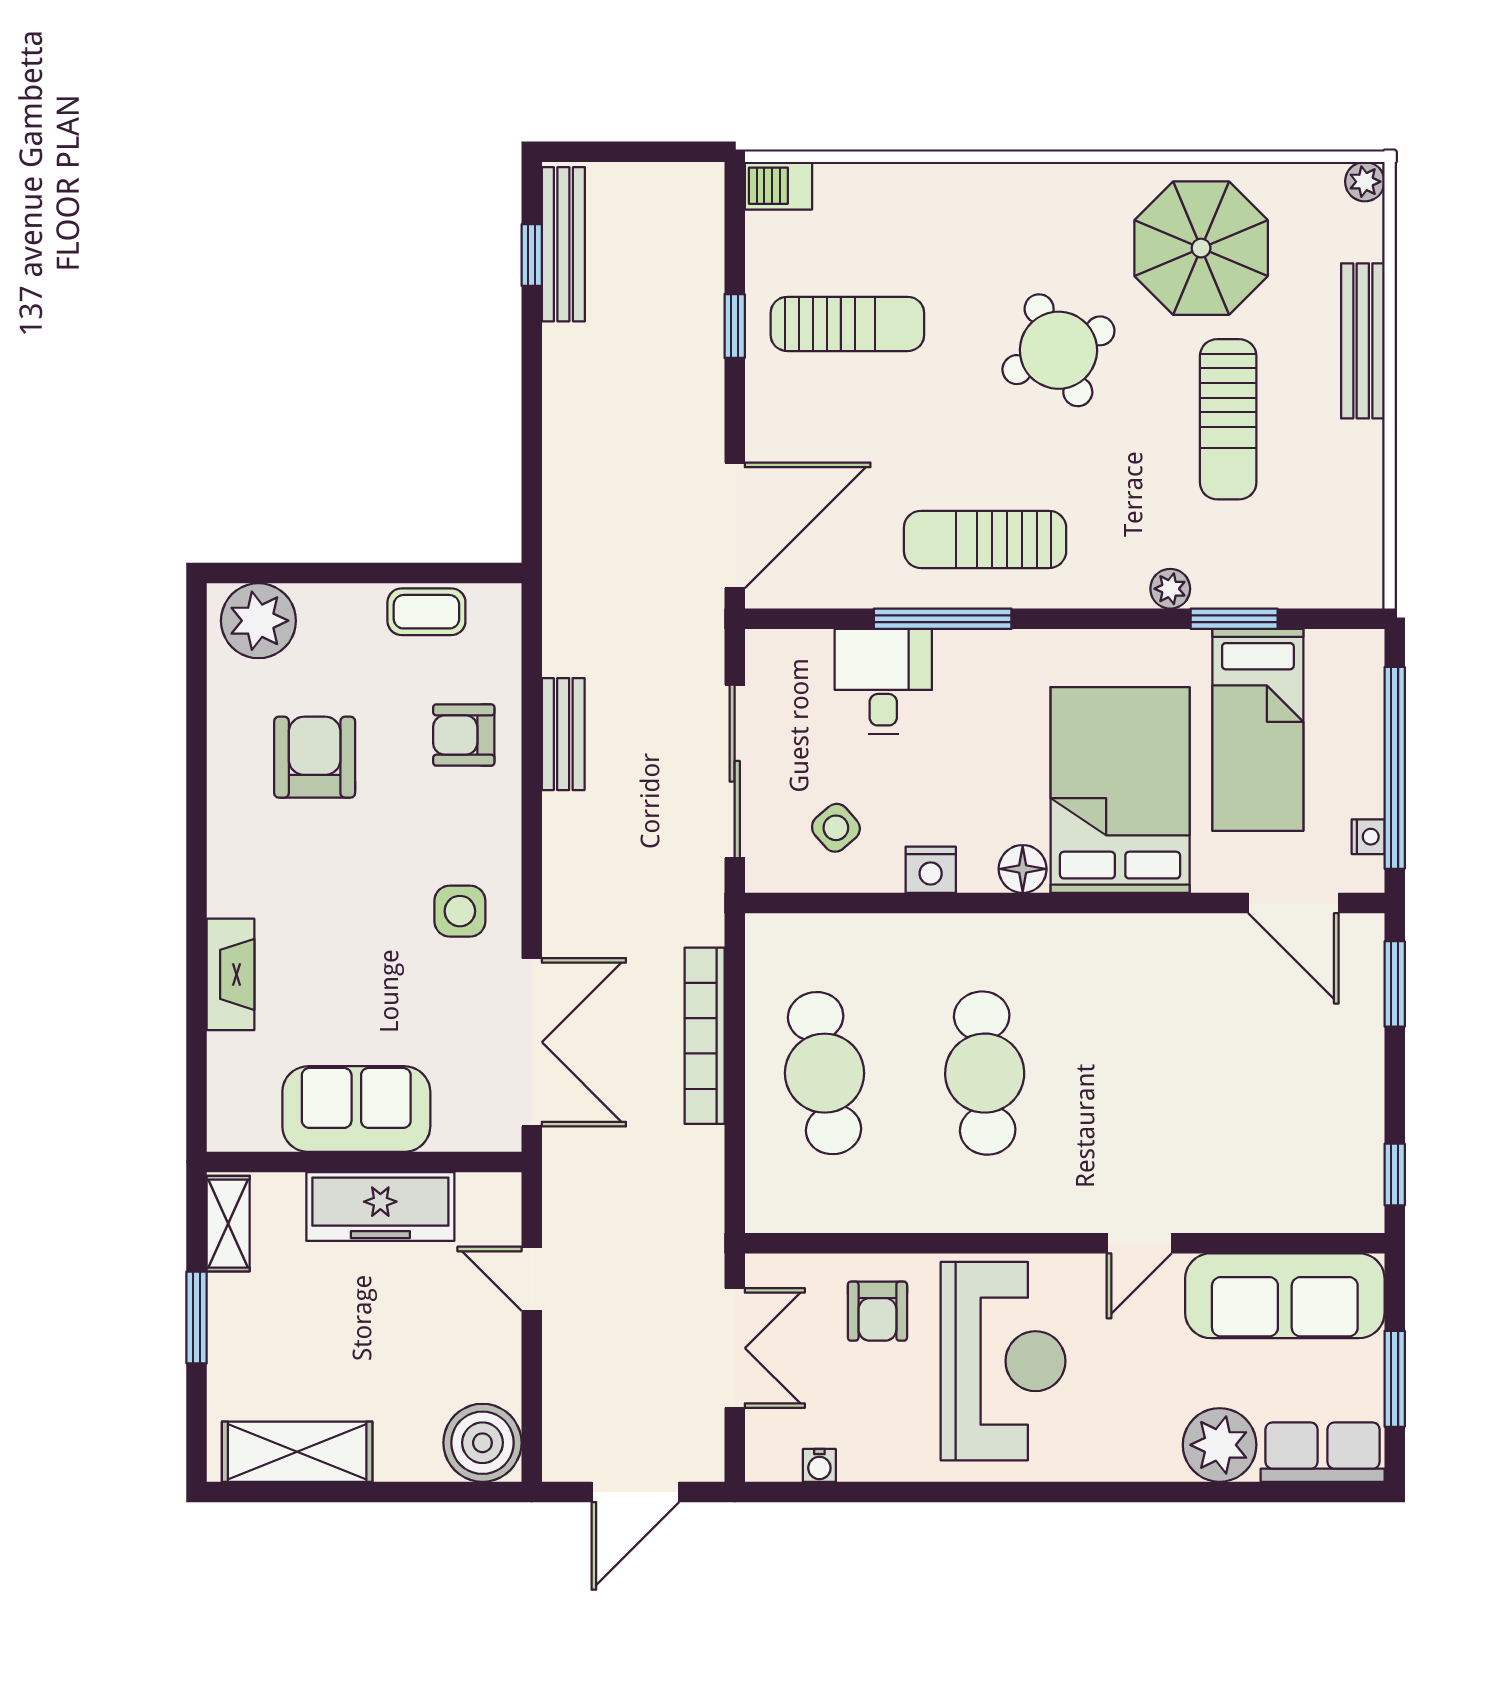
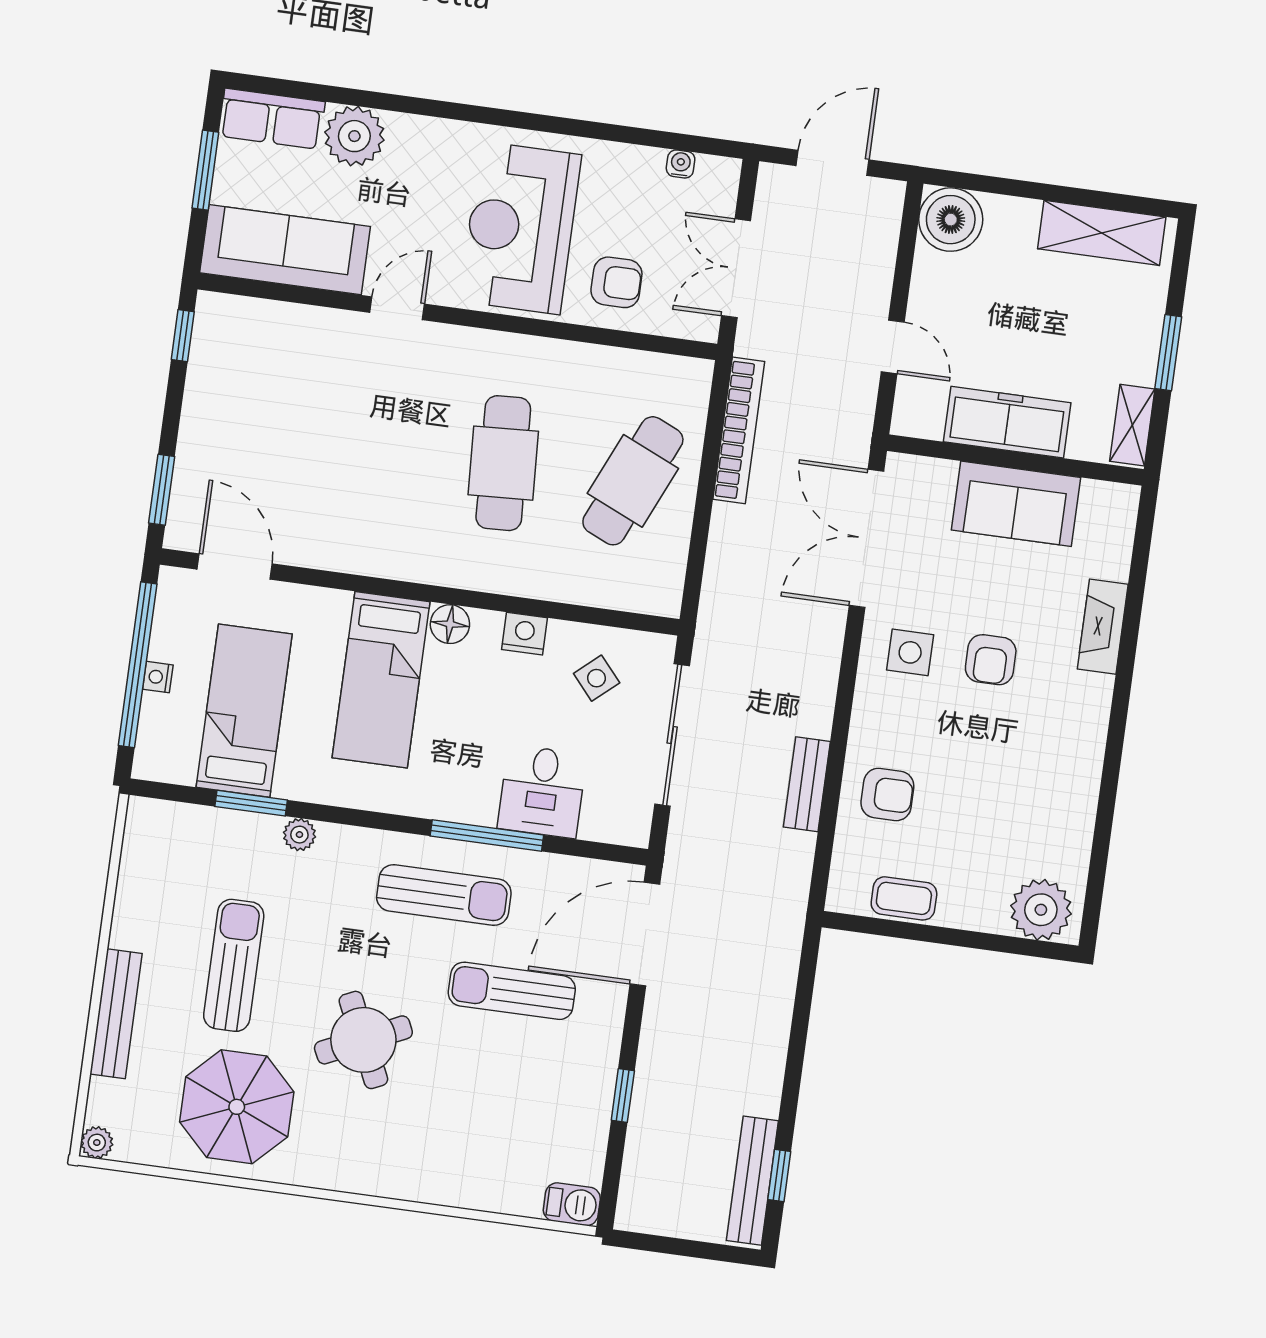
sun lounger: (847, 324) -> (512, 991), moved
armchair: (315, 757) -> (991, 660), moved, width x0.72, depth x0.72
bed: (1120, 790) -> (381, 680), width x0.67
nightstand: (1368, 837) -> (158, 677), moved
bookcase: (705, 1036) -> (739, 430), moved
cafe table: (825, 1073) -> (633, 481), turned 33
armchair: (877, 1311) -> (616, 282), turned 90

